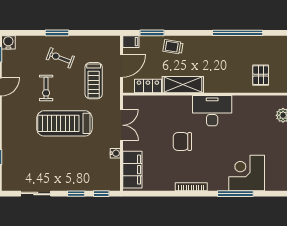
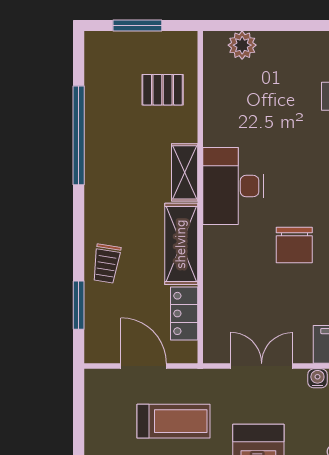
filing cabinet: (131, 42) -> (96, 347), removed
shelving: (219, 86) -> (185, 172), added

